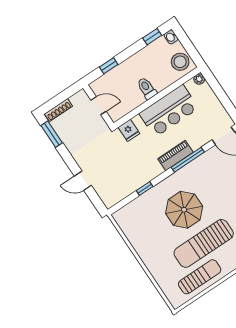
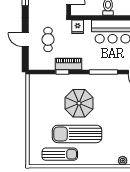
piano: (176, 156) -> (68, 64), moved
cafe table: (107, 165) -> (48, 39), added

